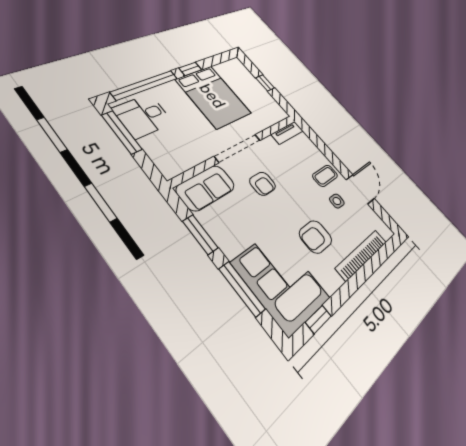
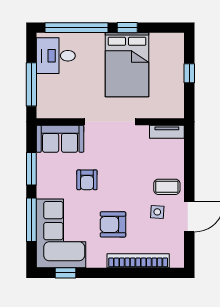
window: (122, 132) -> (31, 84), moved
armchair: (263, 184) -> (87, 180), moved

